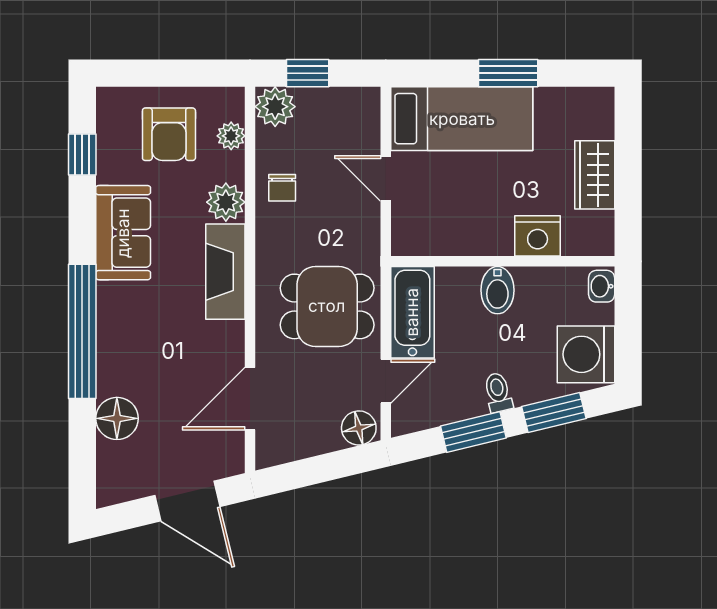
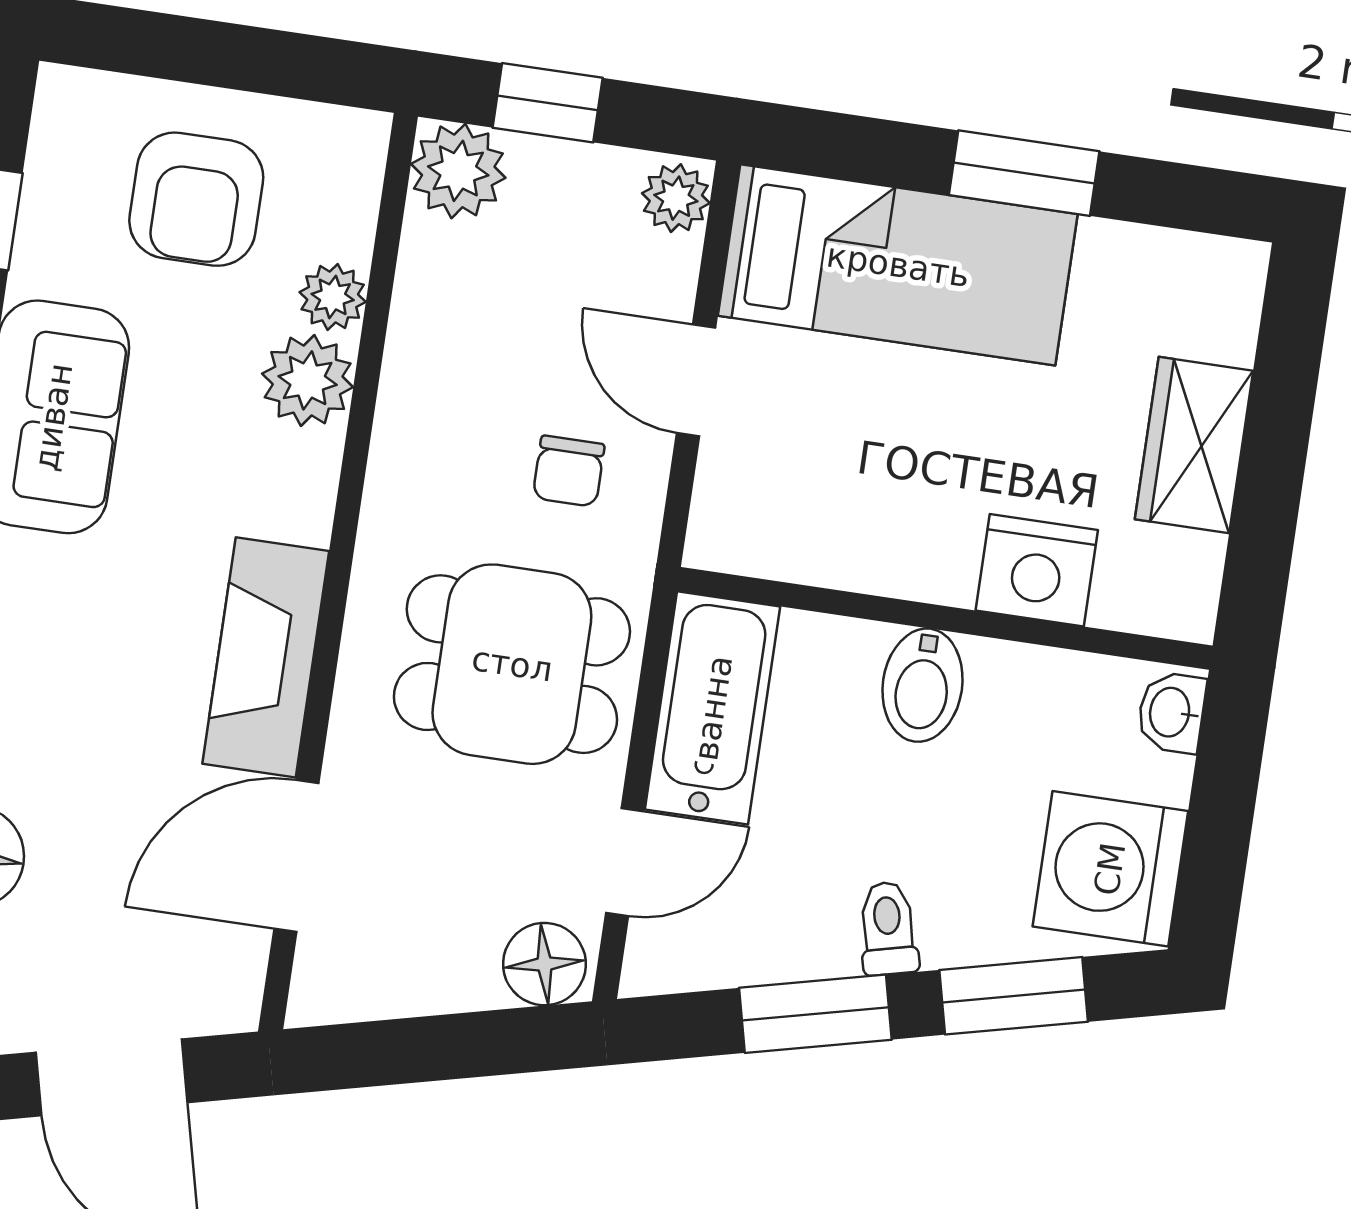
plant: (366, 105) -> (676, 198), added
plant: (231, 136) -> (333, 297), moved
chair: (282, 188) -> (569, 471), moved
fireplace: (225, 272) -> (266, 657), moved

